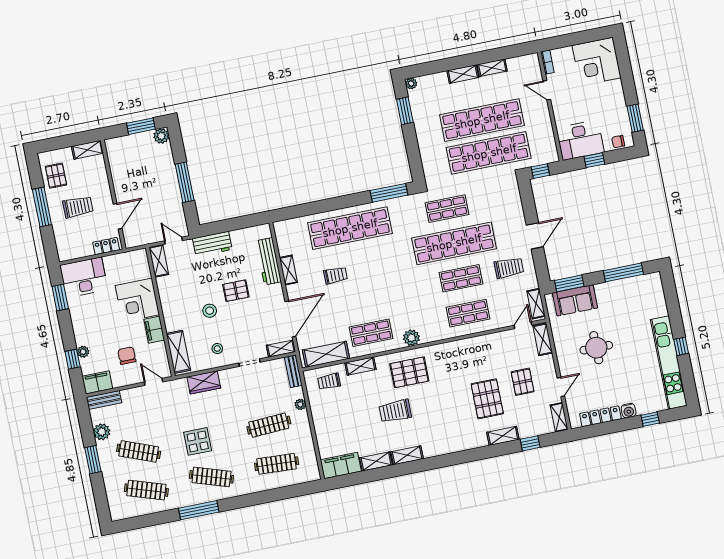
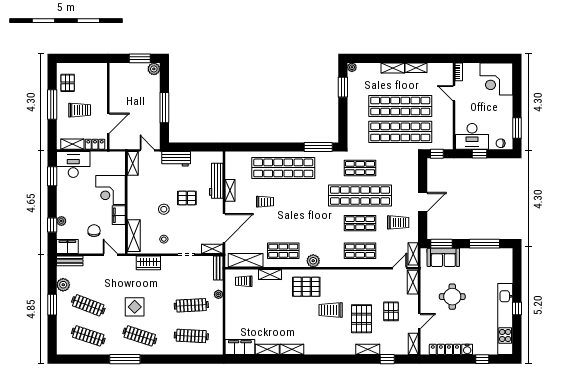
shelving: (87, 150) -> (72, 144), moved
trolley: (395, 411) -> (331, 310), moved

